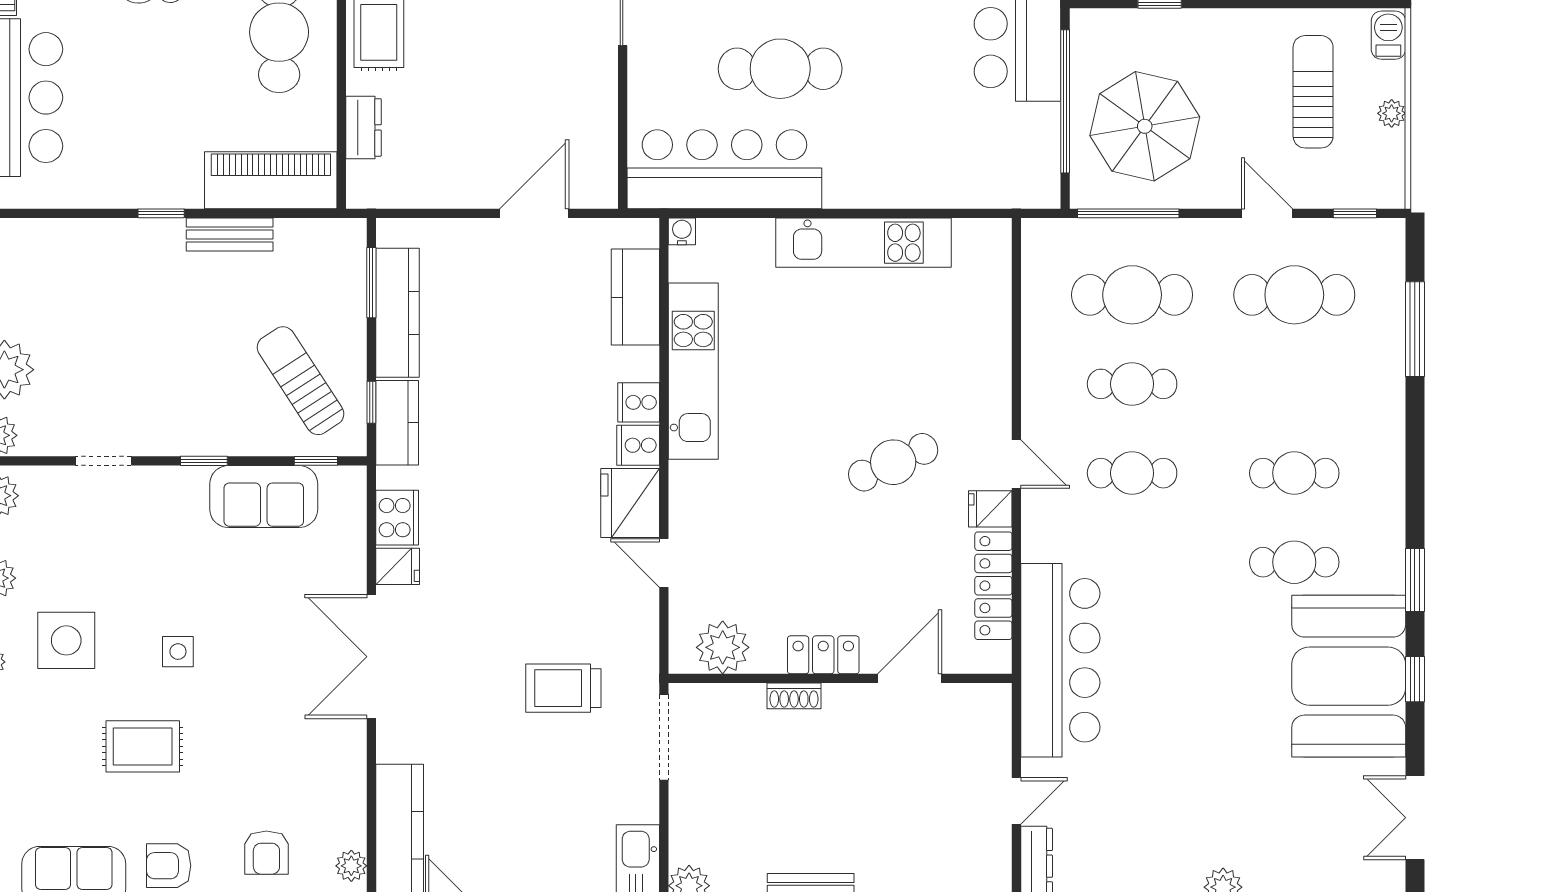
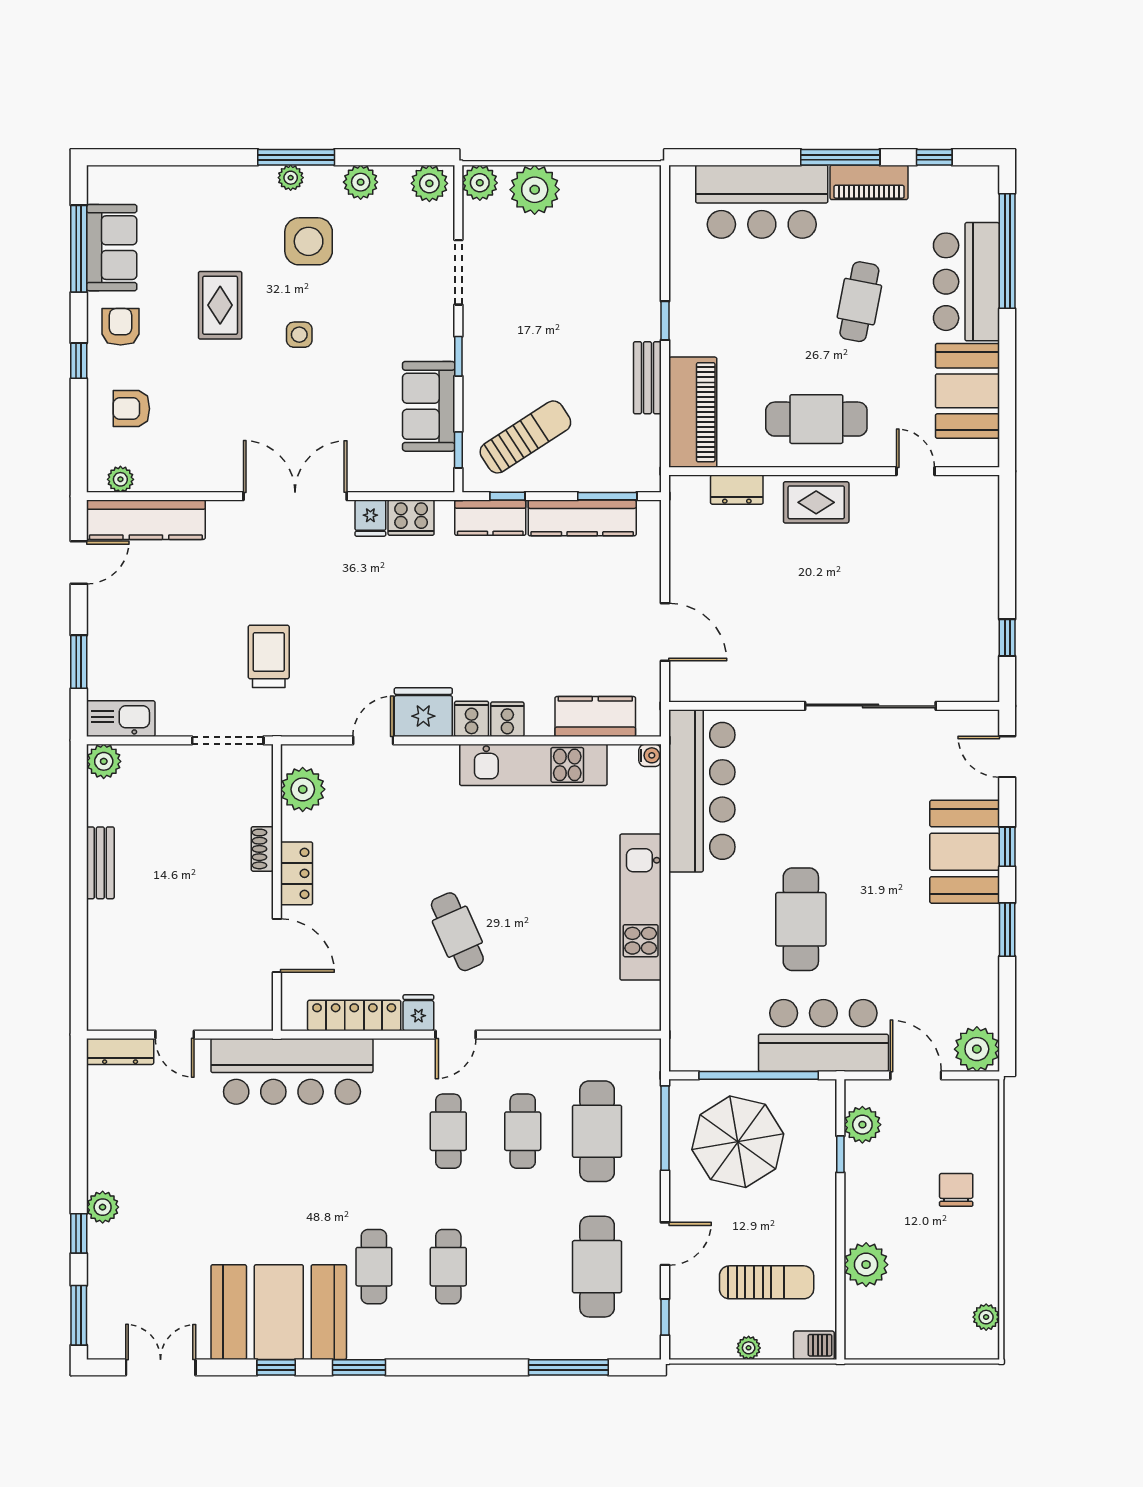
cafe table: (780, 69) -> (801, 919), moved
doorway: (103, 461) -> (458, 272), width x1.38

